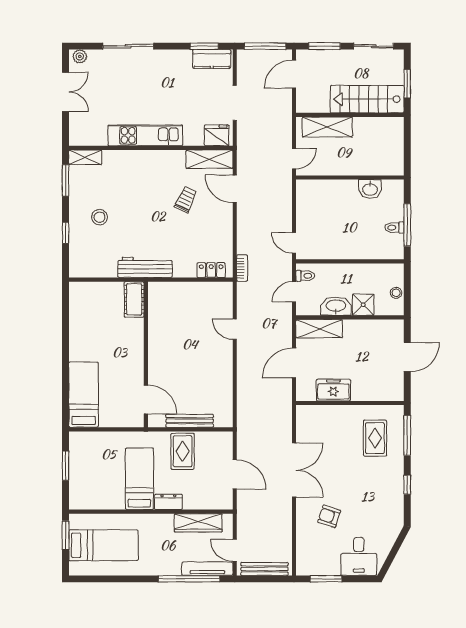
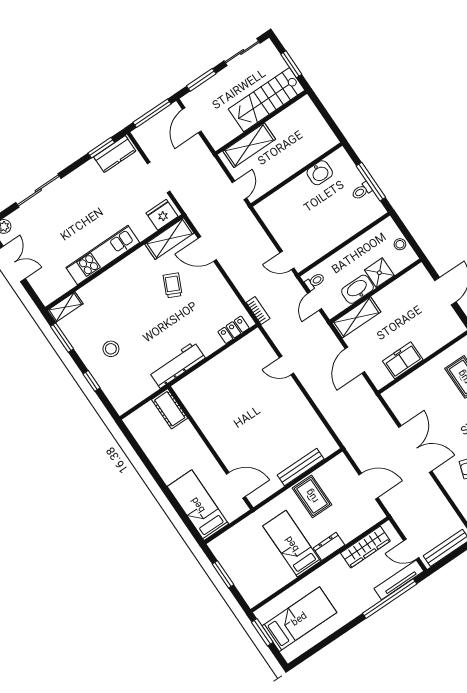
cot: (134, 300) -> (170, 409), moved
wall: (146, 354) -> (210, 448), moved
door: (146, 399) -> (236, 485), moved

